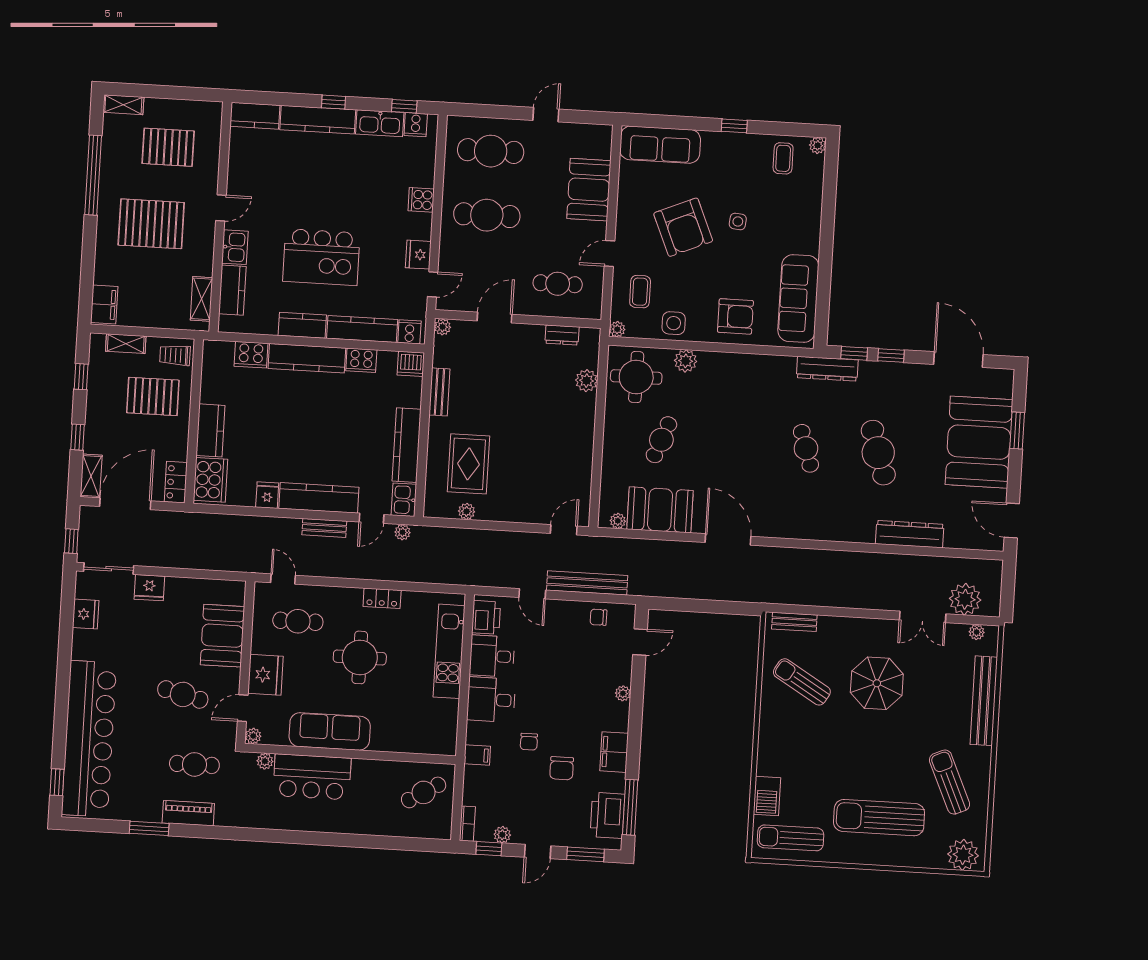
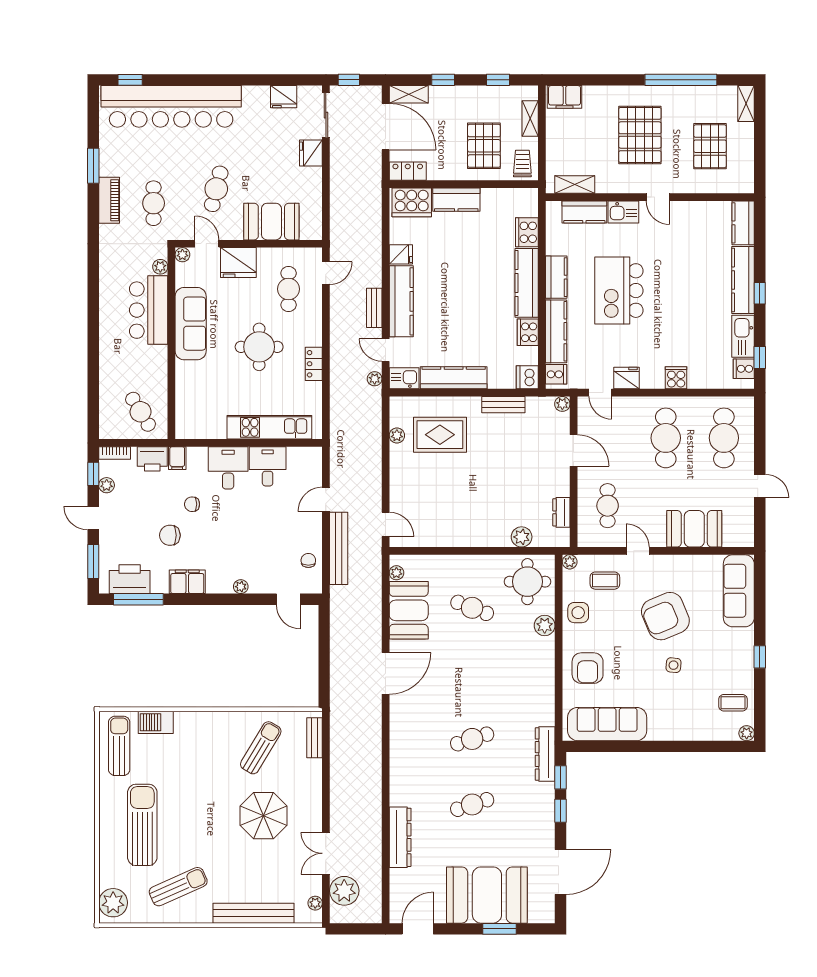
cafe table: (878, 453) -> (472, 805), width x0.73, depth x0.74
printer: (486, 617) -> (152, 459), moved

